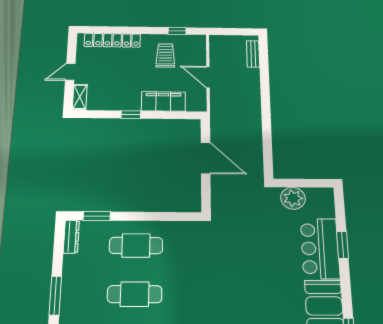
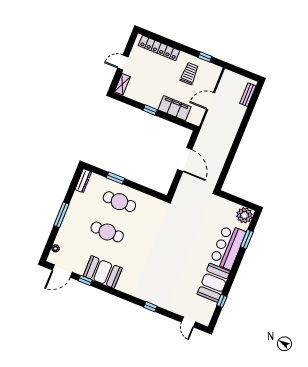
door: (208, 77) -> (211, 101), hinge flipped
plant: (293, 198) -> (244, 215), moved
window: (97, 216) -> (116, 178), moved
window: (343, 245) -> (247, 239), moved

